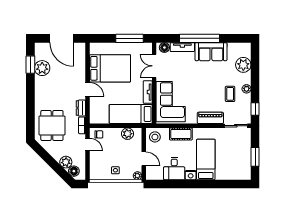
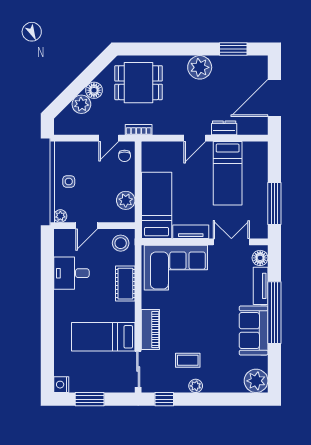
plant: (243, 65) -> (256, 381), moved
plant: (42, 68) -> (200, 67), moved
bed: (110, 68) -> (228, 173), width x0.67
dresser: (81, 108) -> (224, 128), moved
bed: (206, 159) -> (103, 337), moved, turned 180
floor lamp: (74, 171) -> (94, 90), moved
nightstand: (191, 175) -> (61, 385), moved

